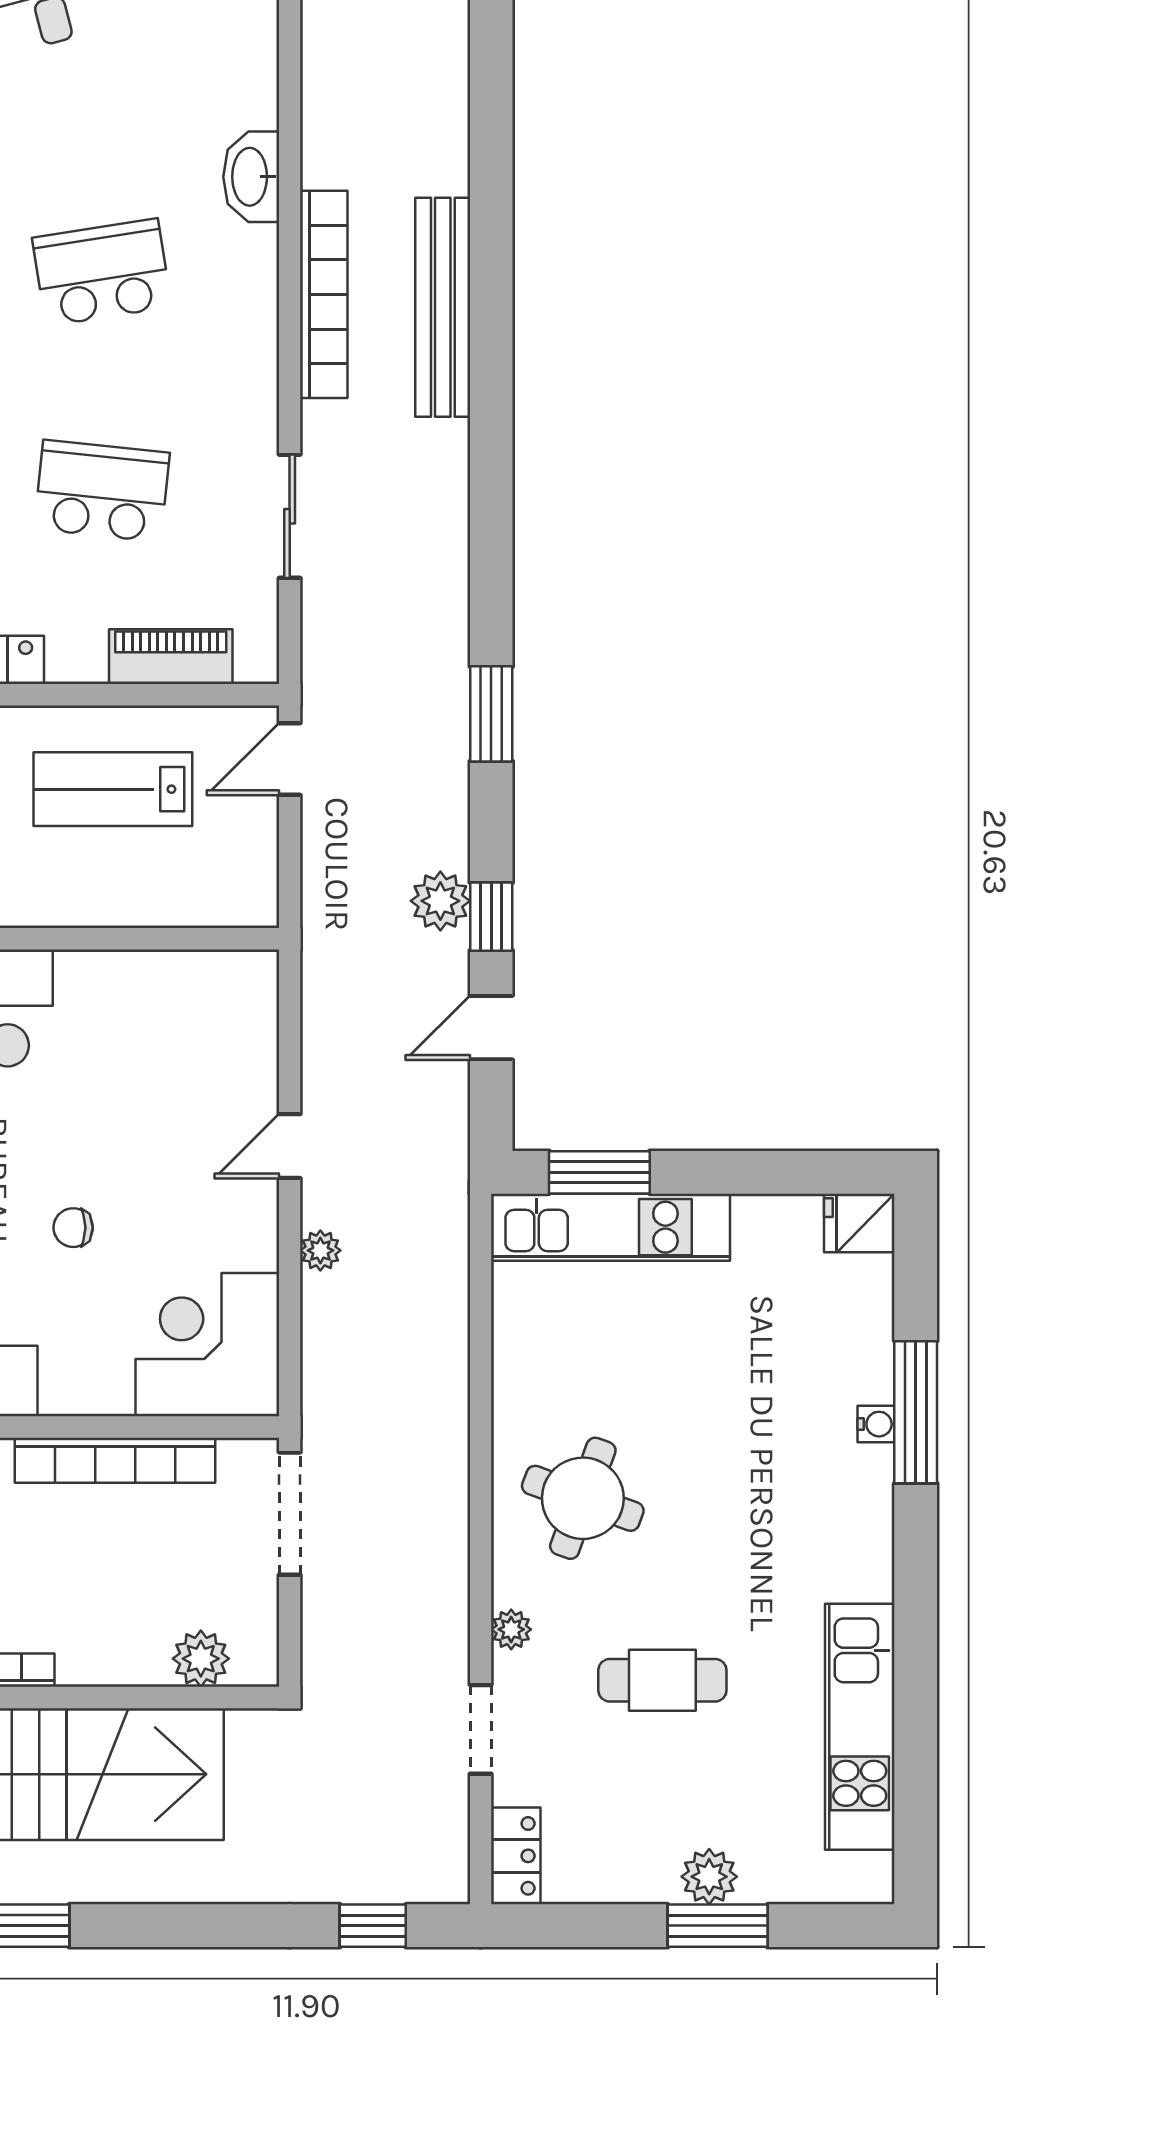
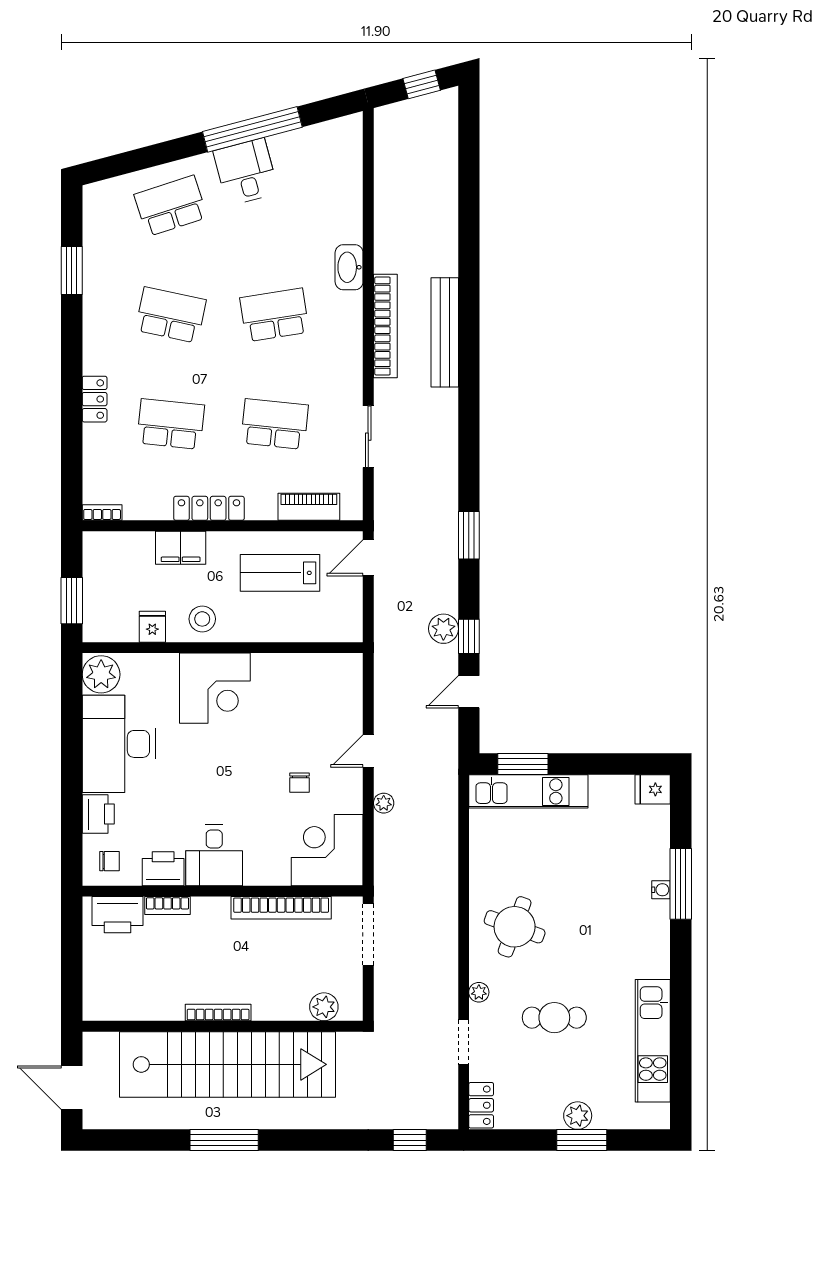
chair: (73, 1228) -> (300, 783), moved, turned -90

